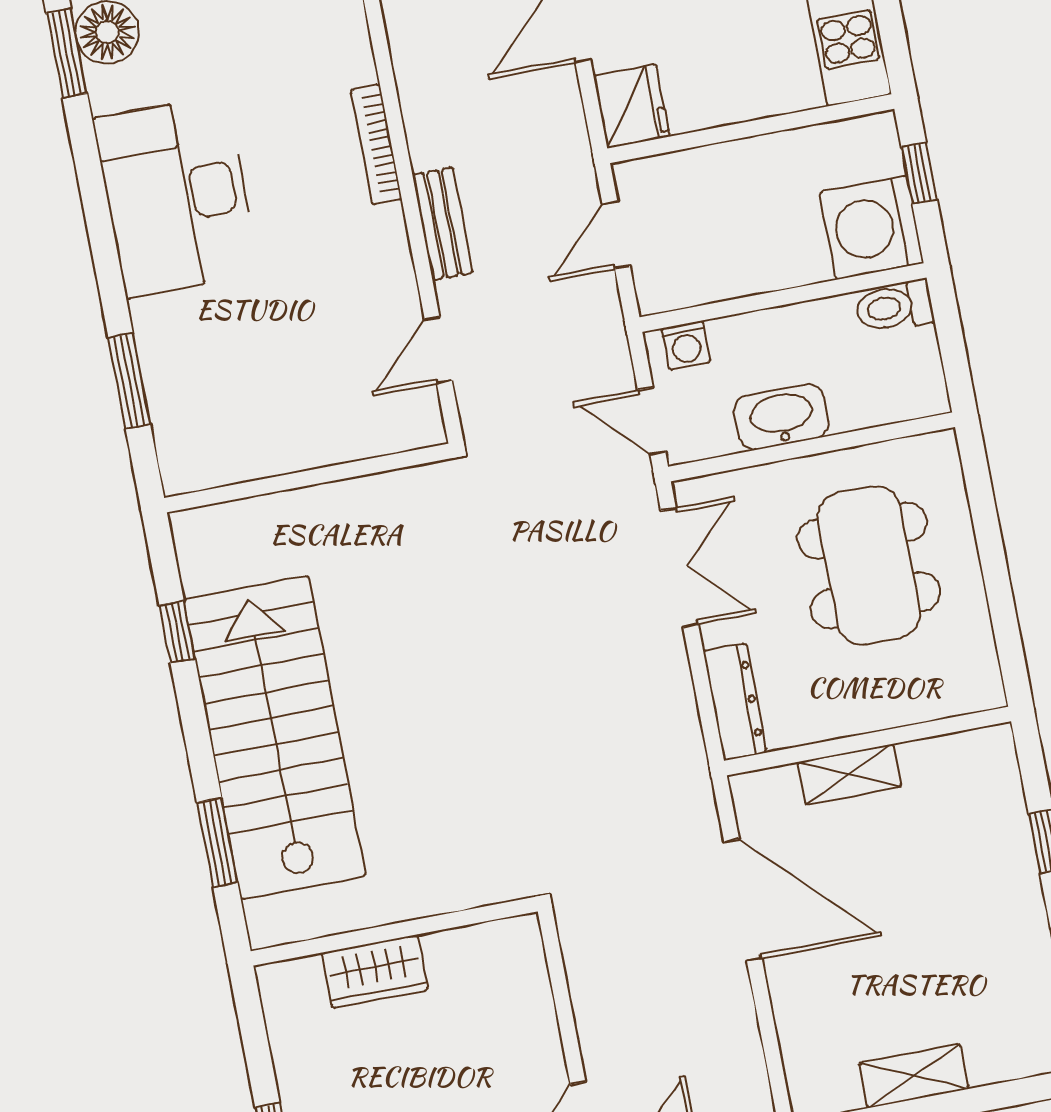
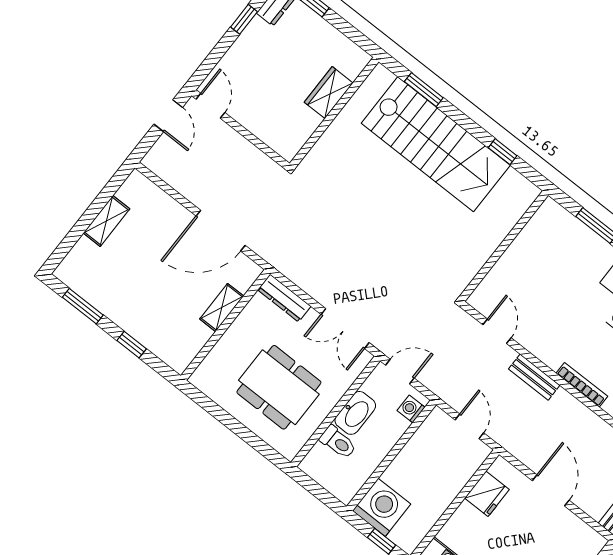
fridge: (632, 106) -> (487, 494), moved, turned -90
toilet: (894, 307) -> (338, 442), moved, turned 90

